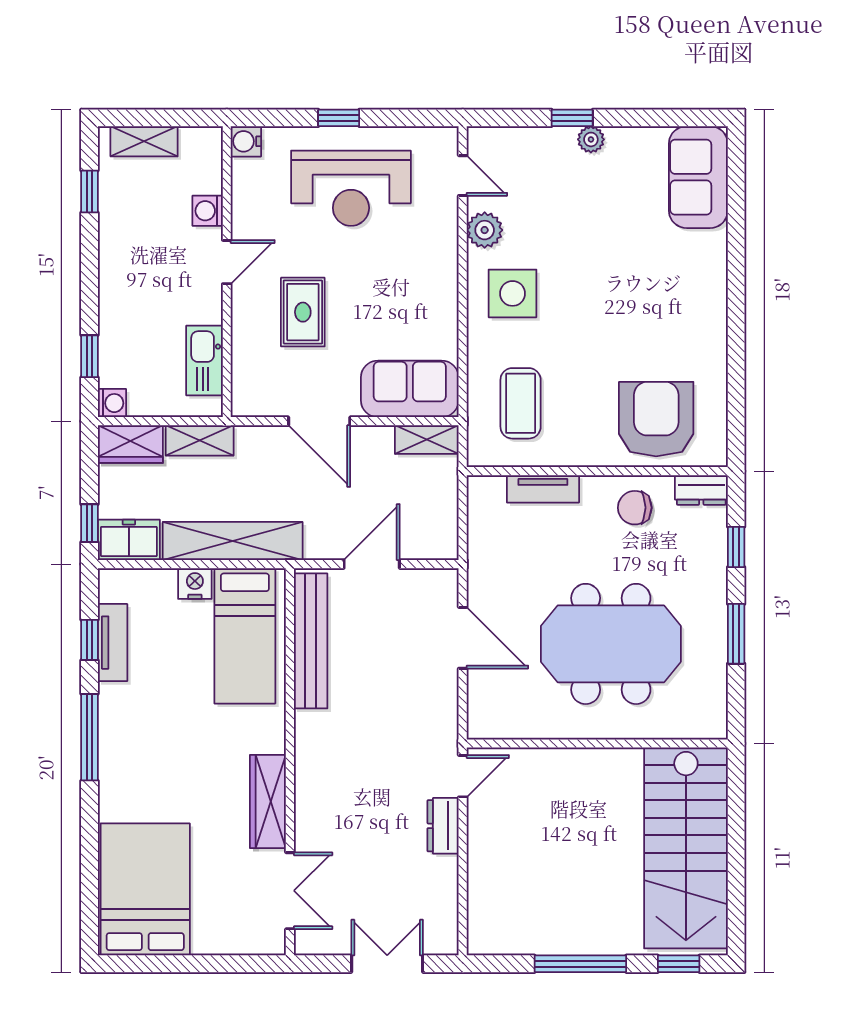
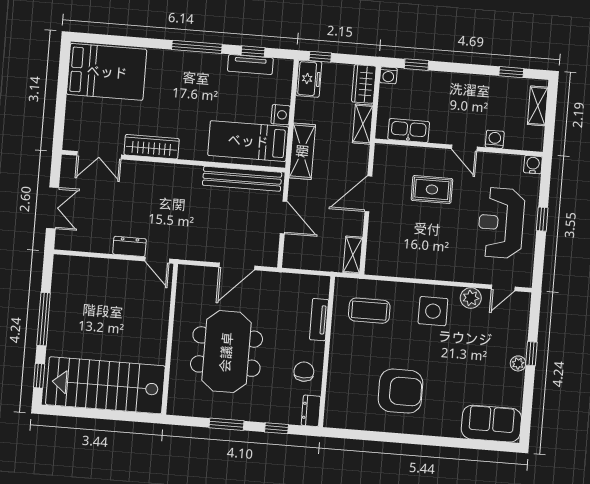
sofa: (410, 389) -> (383, 248), removed
armchair: (656, 419) -> (400, 391), moved
shelving: (233, 541) -> (302, 151), width x0.68

